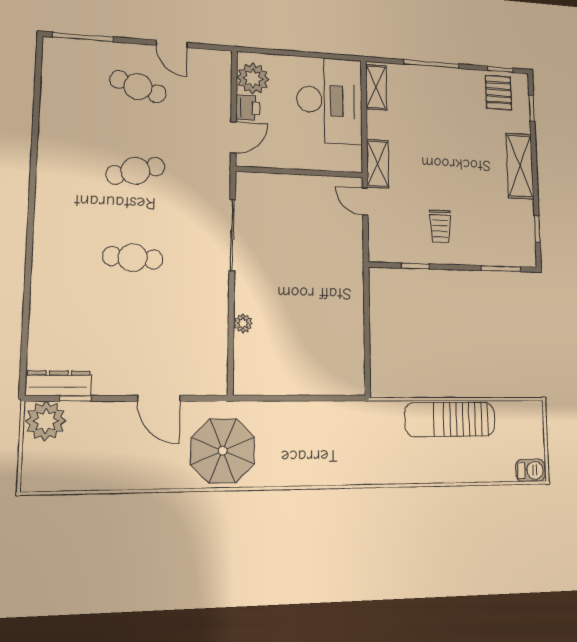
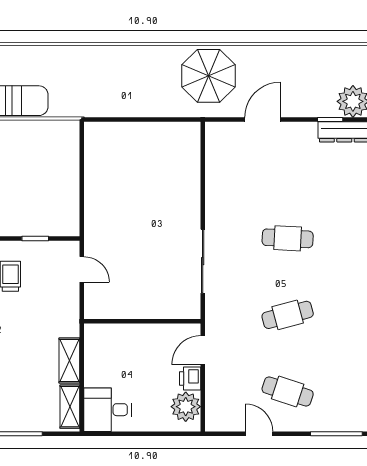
desk: (329, 100) -> (107, 410), width x0.53, depth x0.77
shelving: (378, 164) -> (69, 361), moved
door: (365, 202) -> (82, 269), moved
plant: (243, 323) -> (192, 184), removed
door: (159, 398) -> (263, 120), hinge flipped

